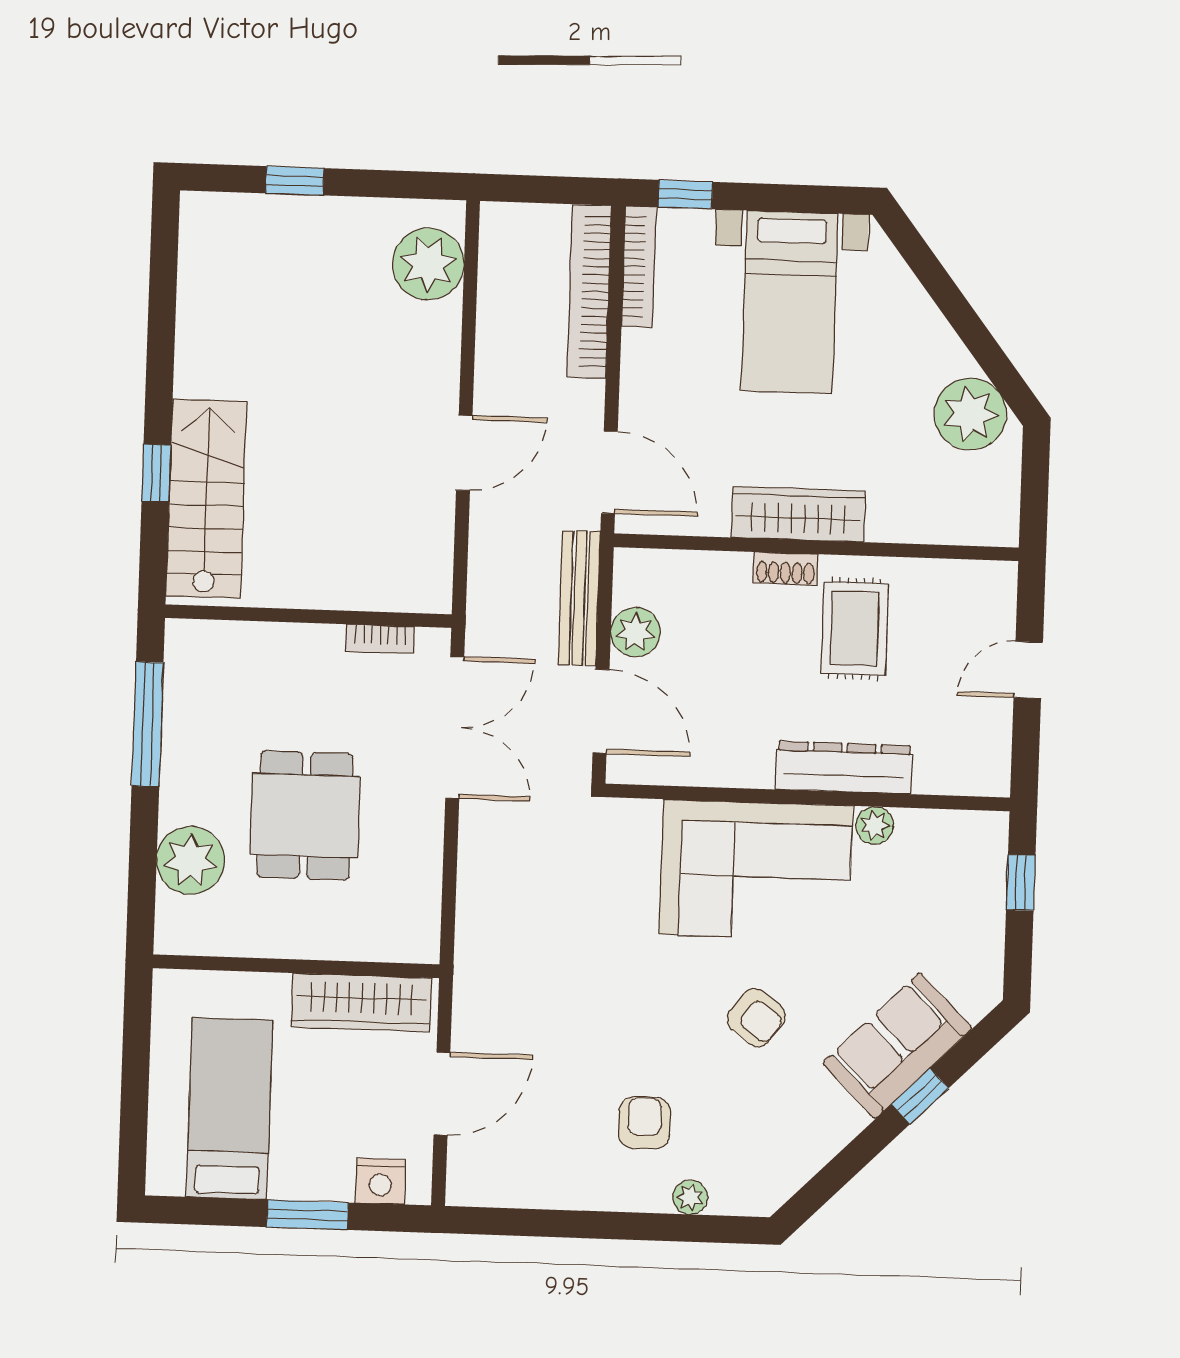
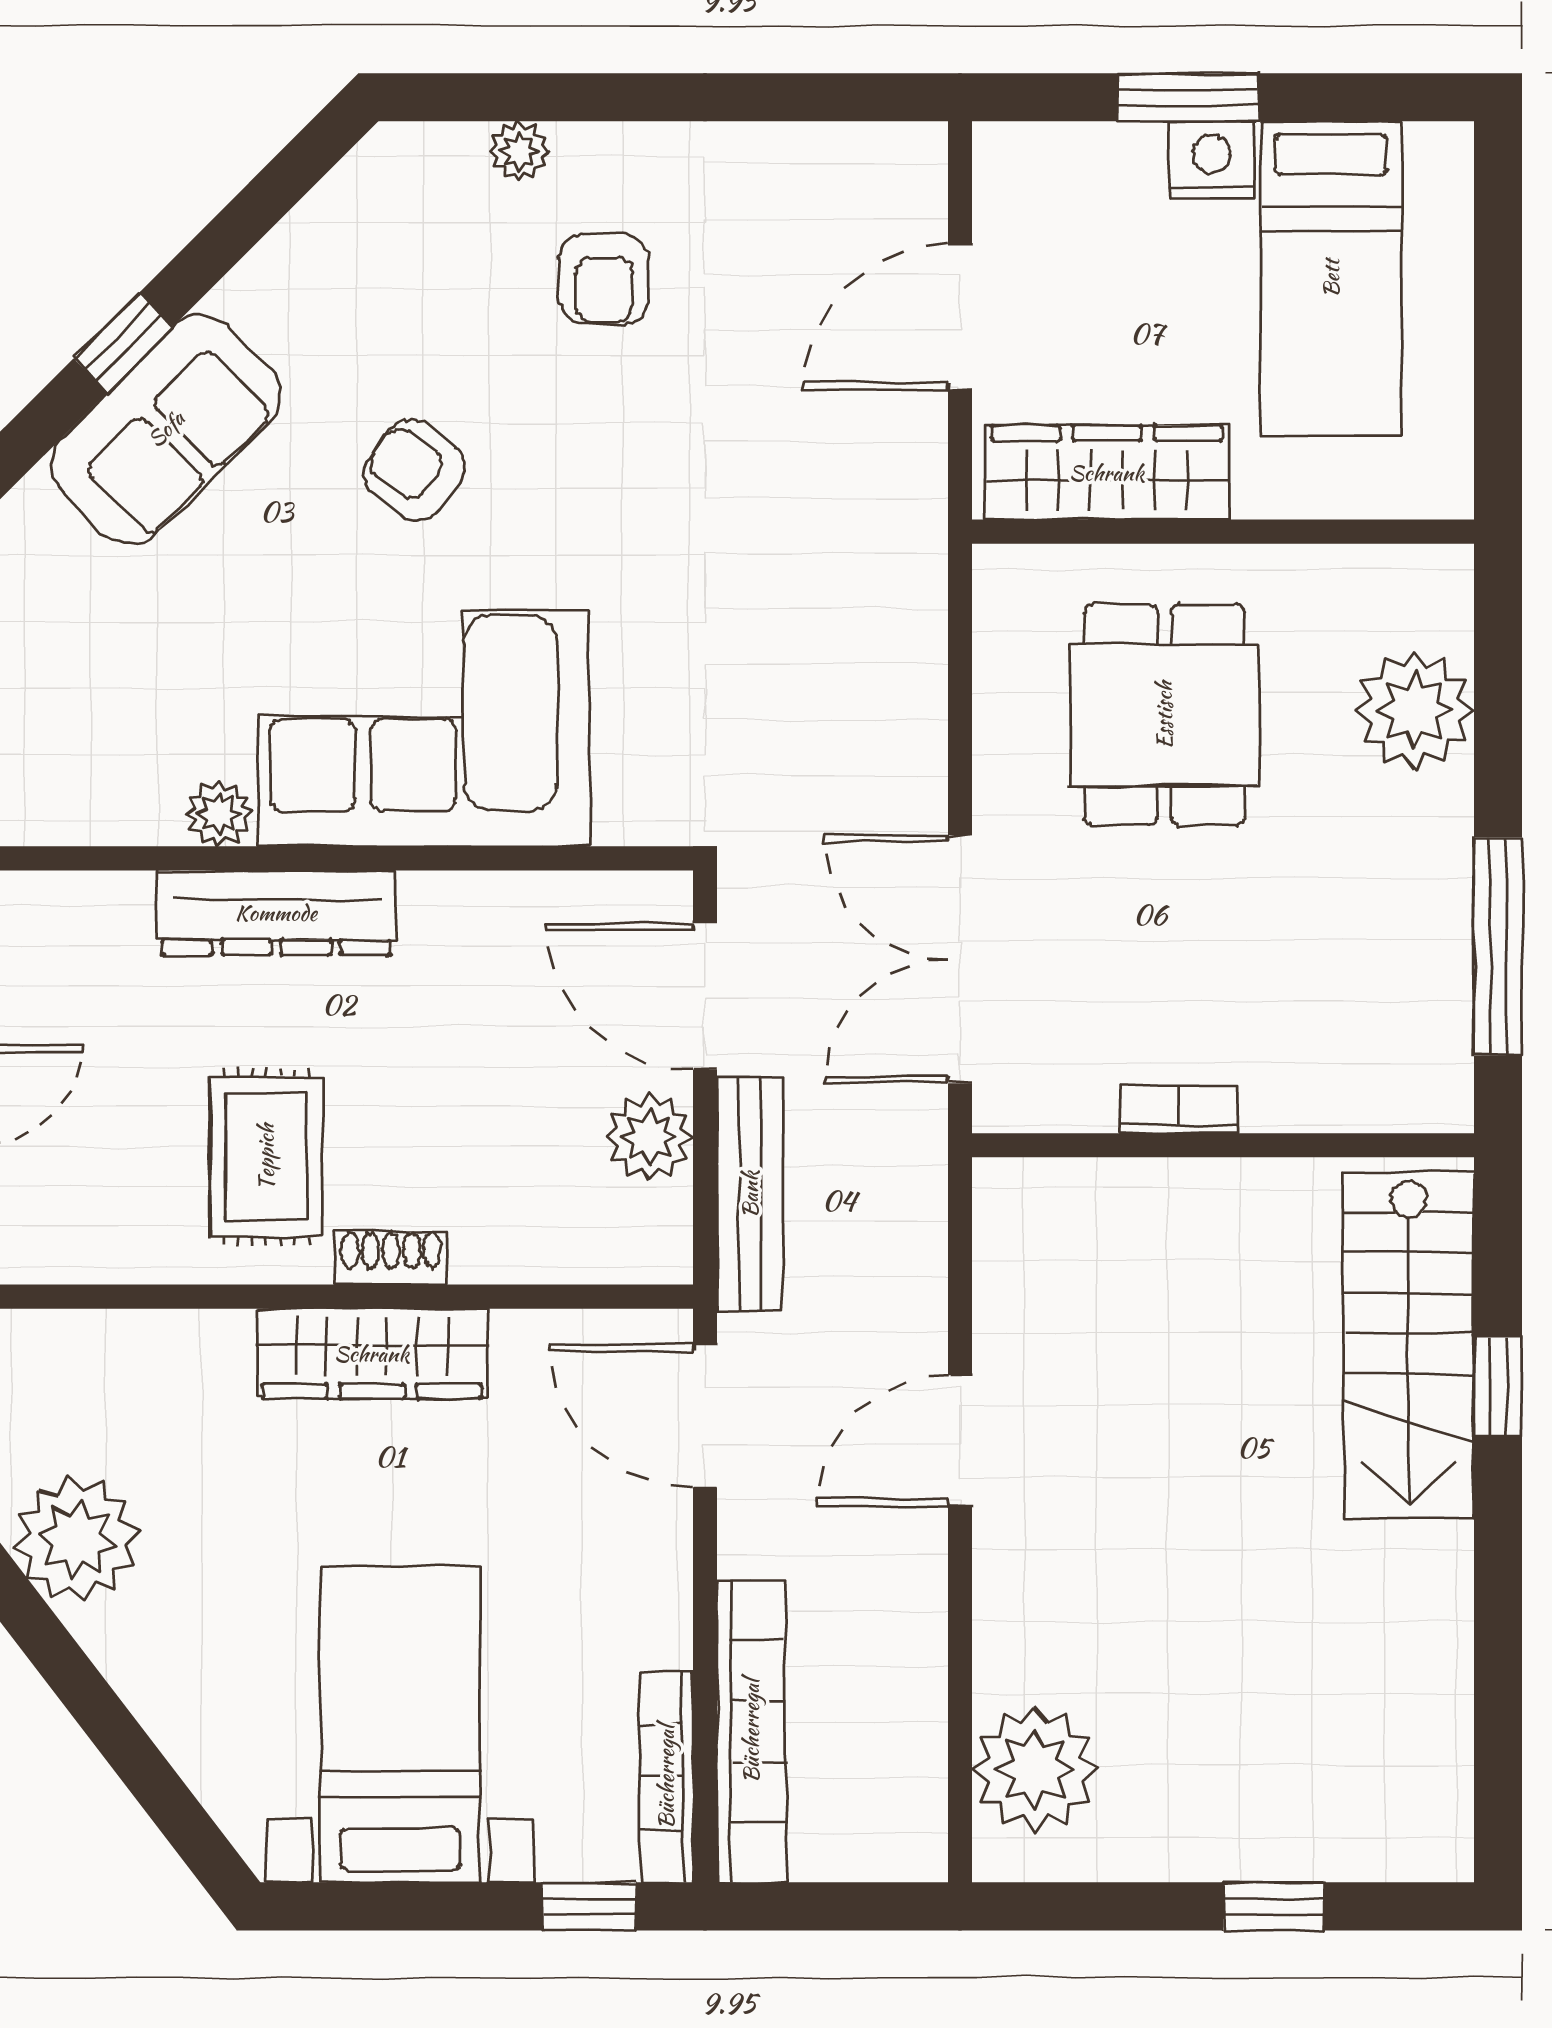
bookcase: (380, 639) -> (1179, 1110), moved
dining table: (305, 815) -> (1164, 715), moved
nightstand: (380, 1181) -> (1211, 160), moved

